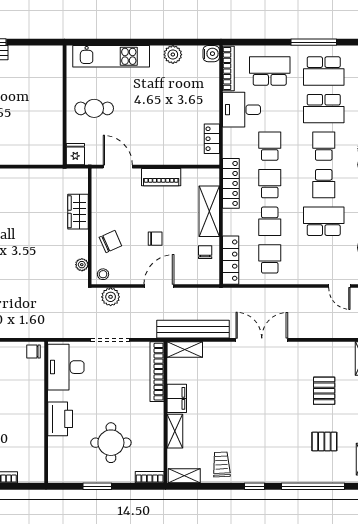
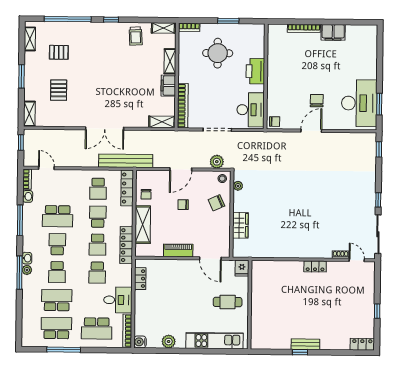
bench: (193, 329) -> (126, 161), moved

